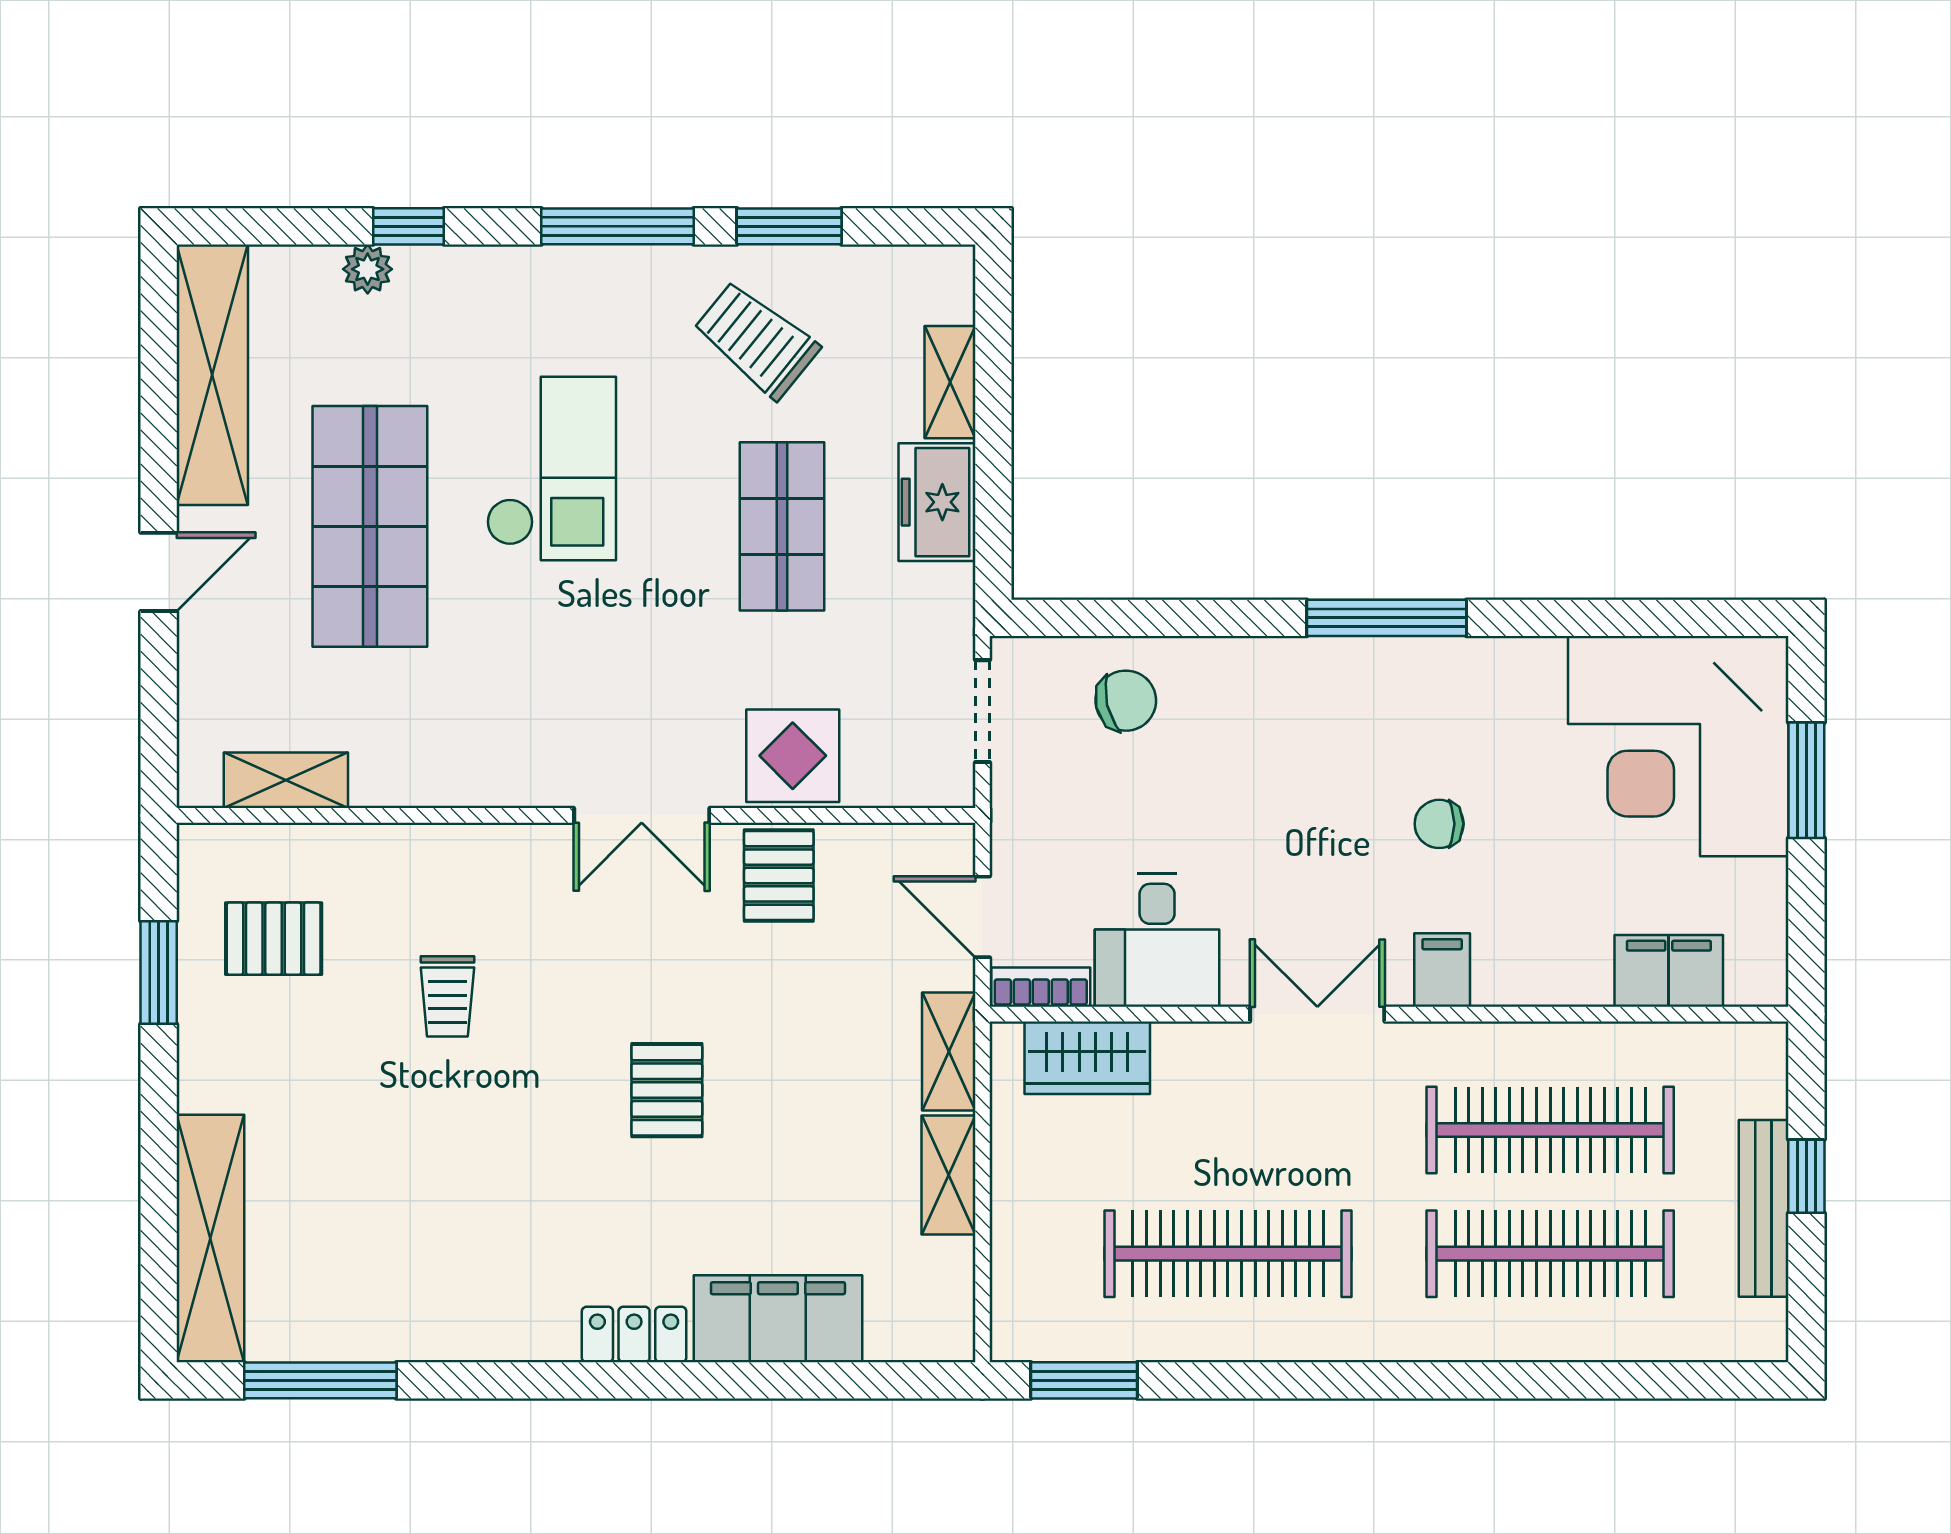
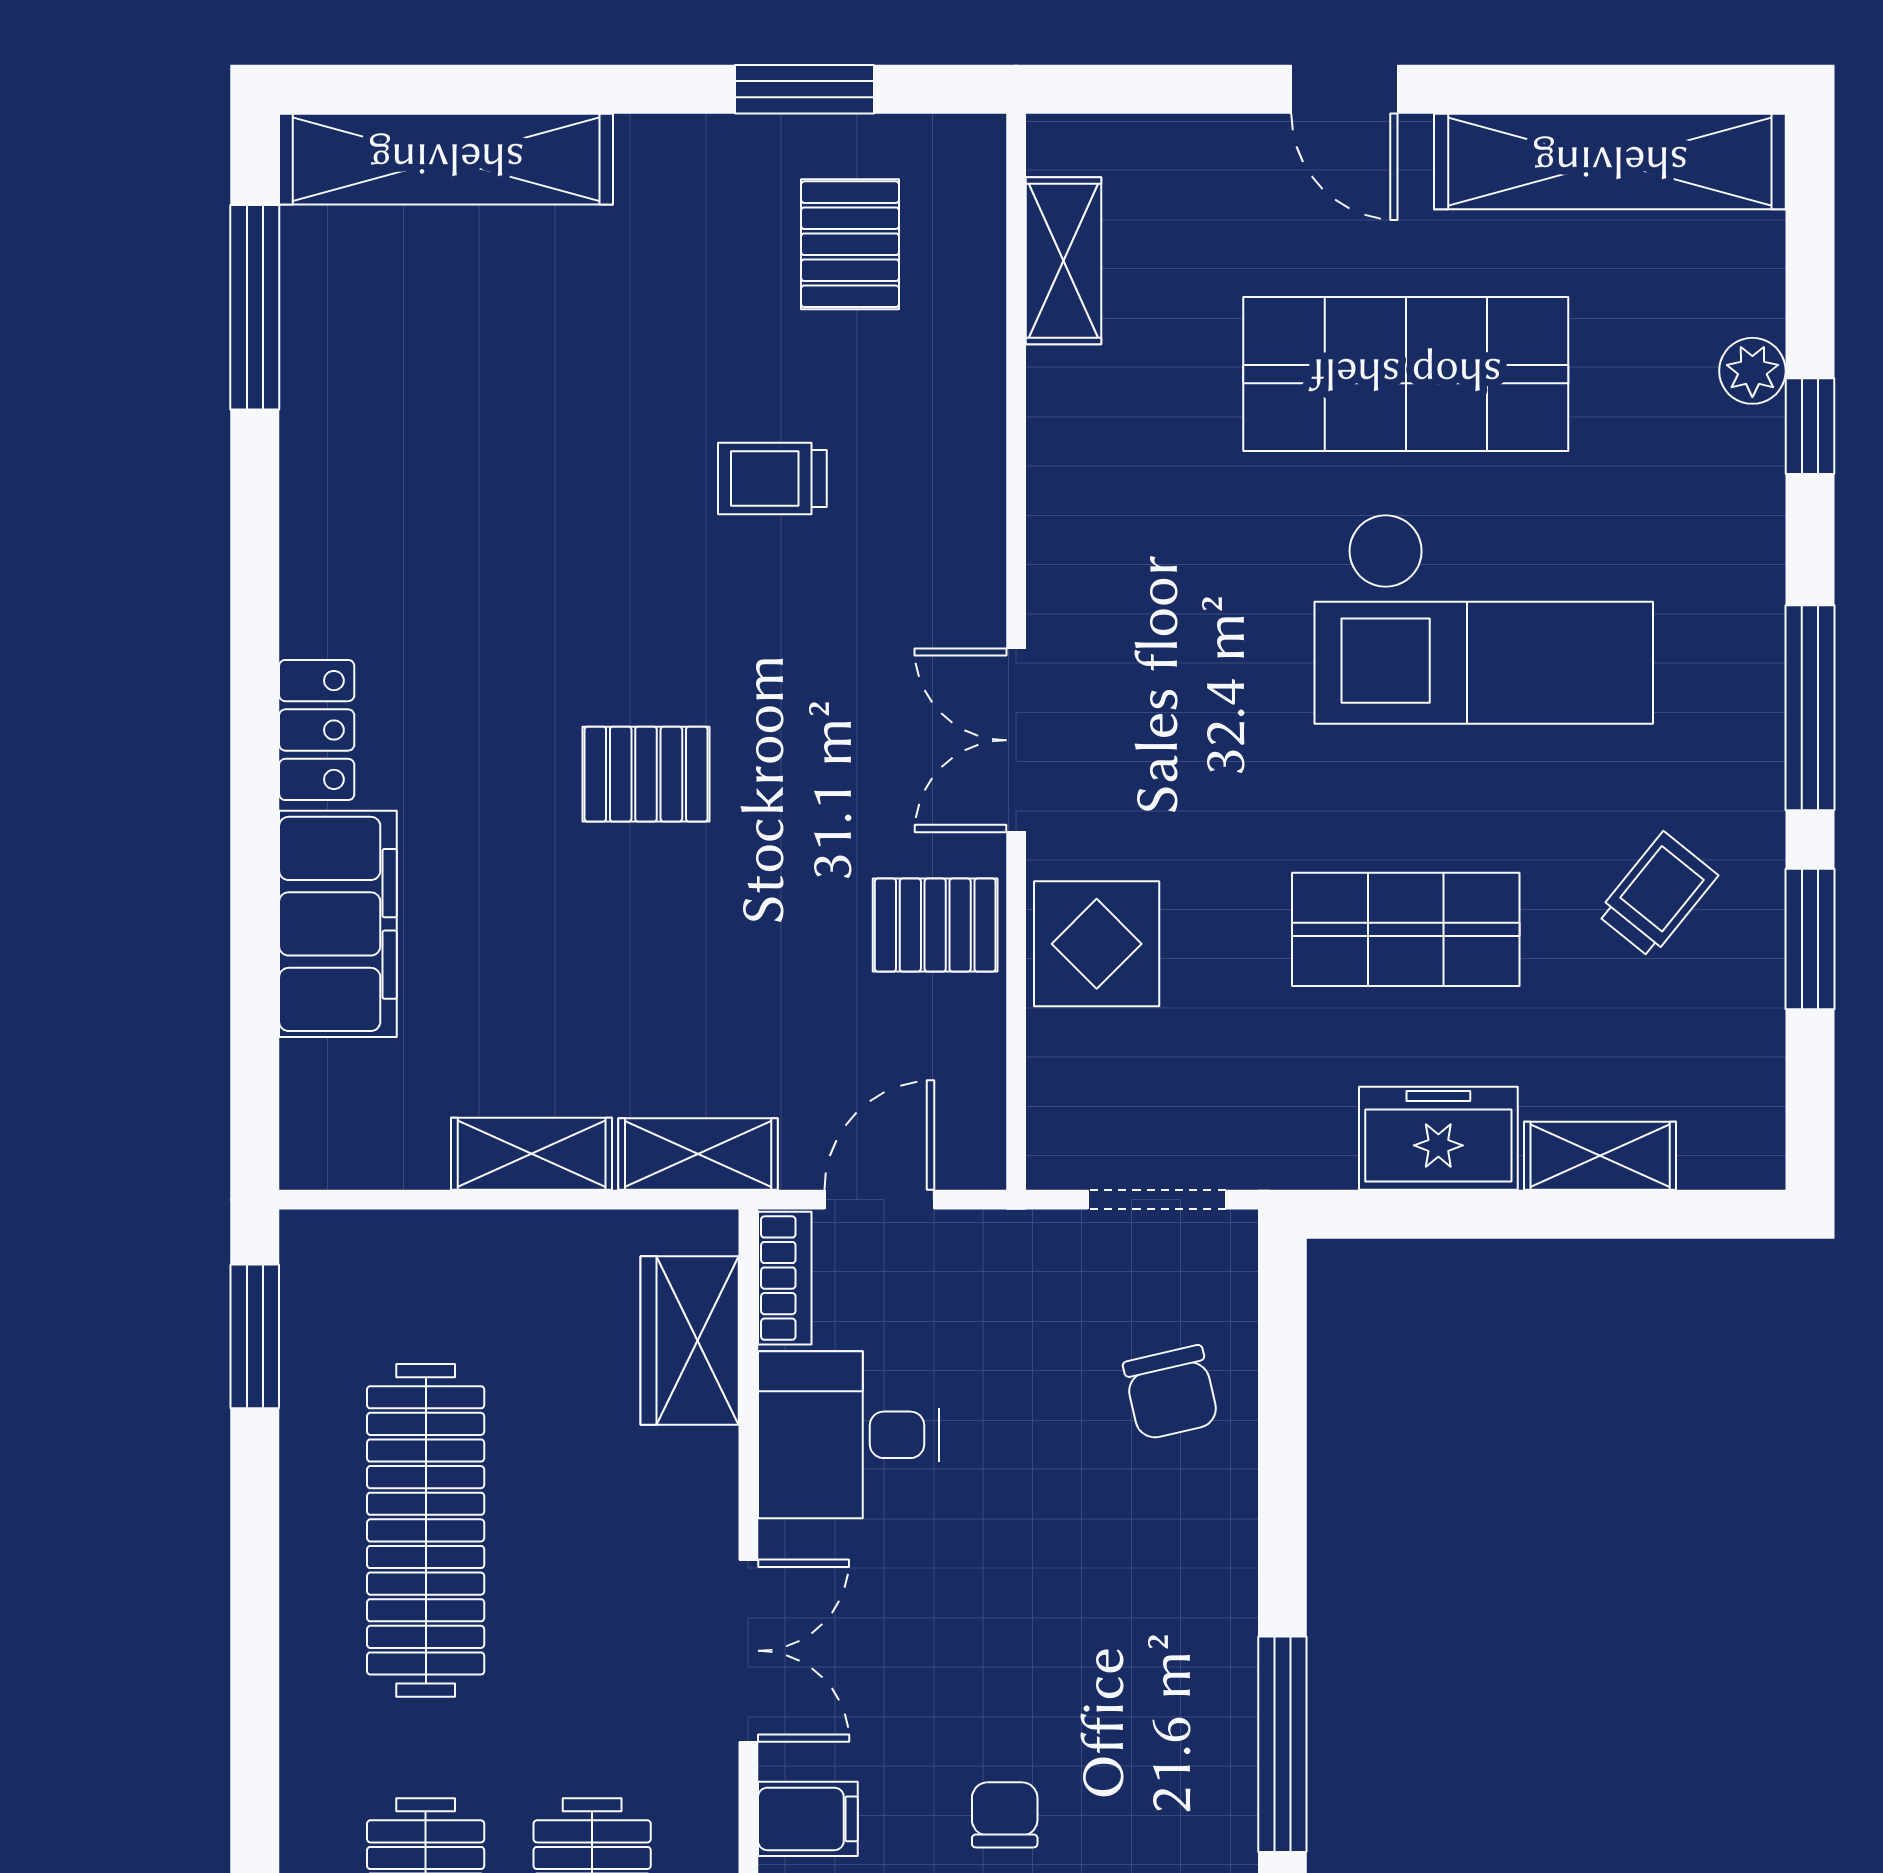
trolley: (756, 340) -> (1657, 895), width x0.73, depth x0.72
checkout: (551, 468) -> (1484, 618), width x1.36, depth x1.21

